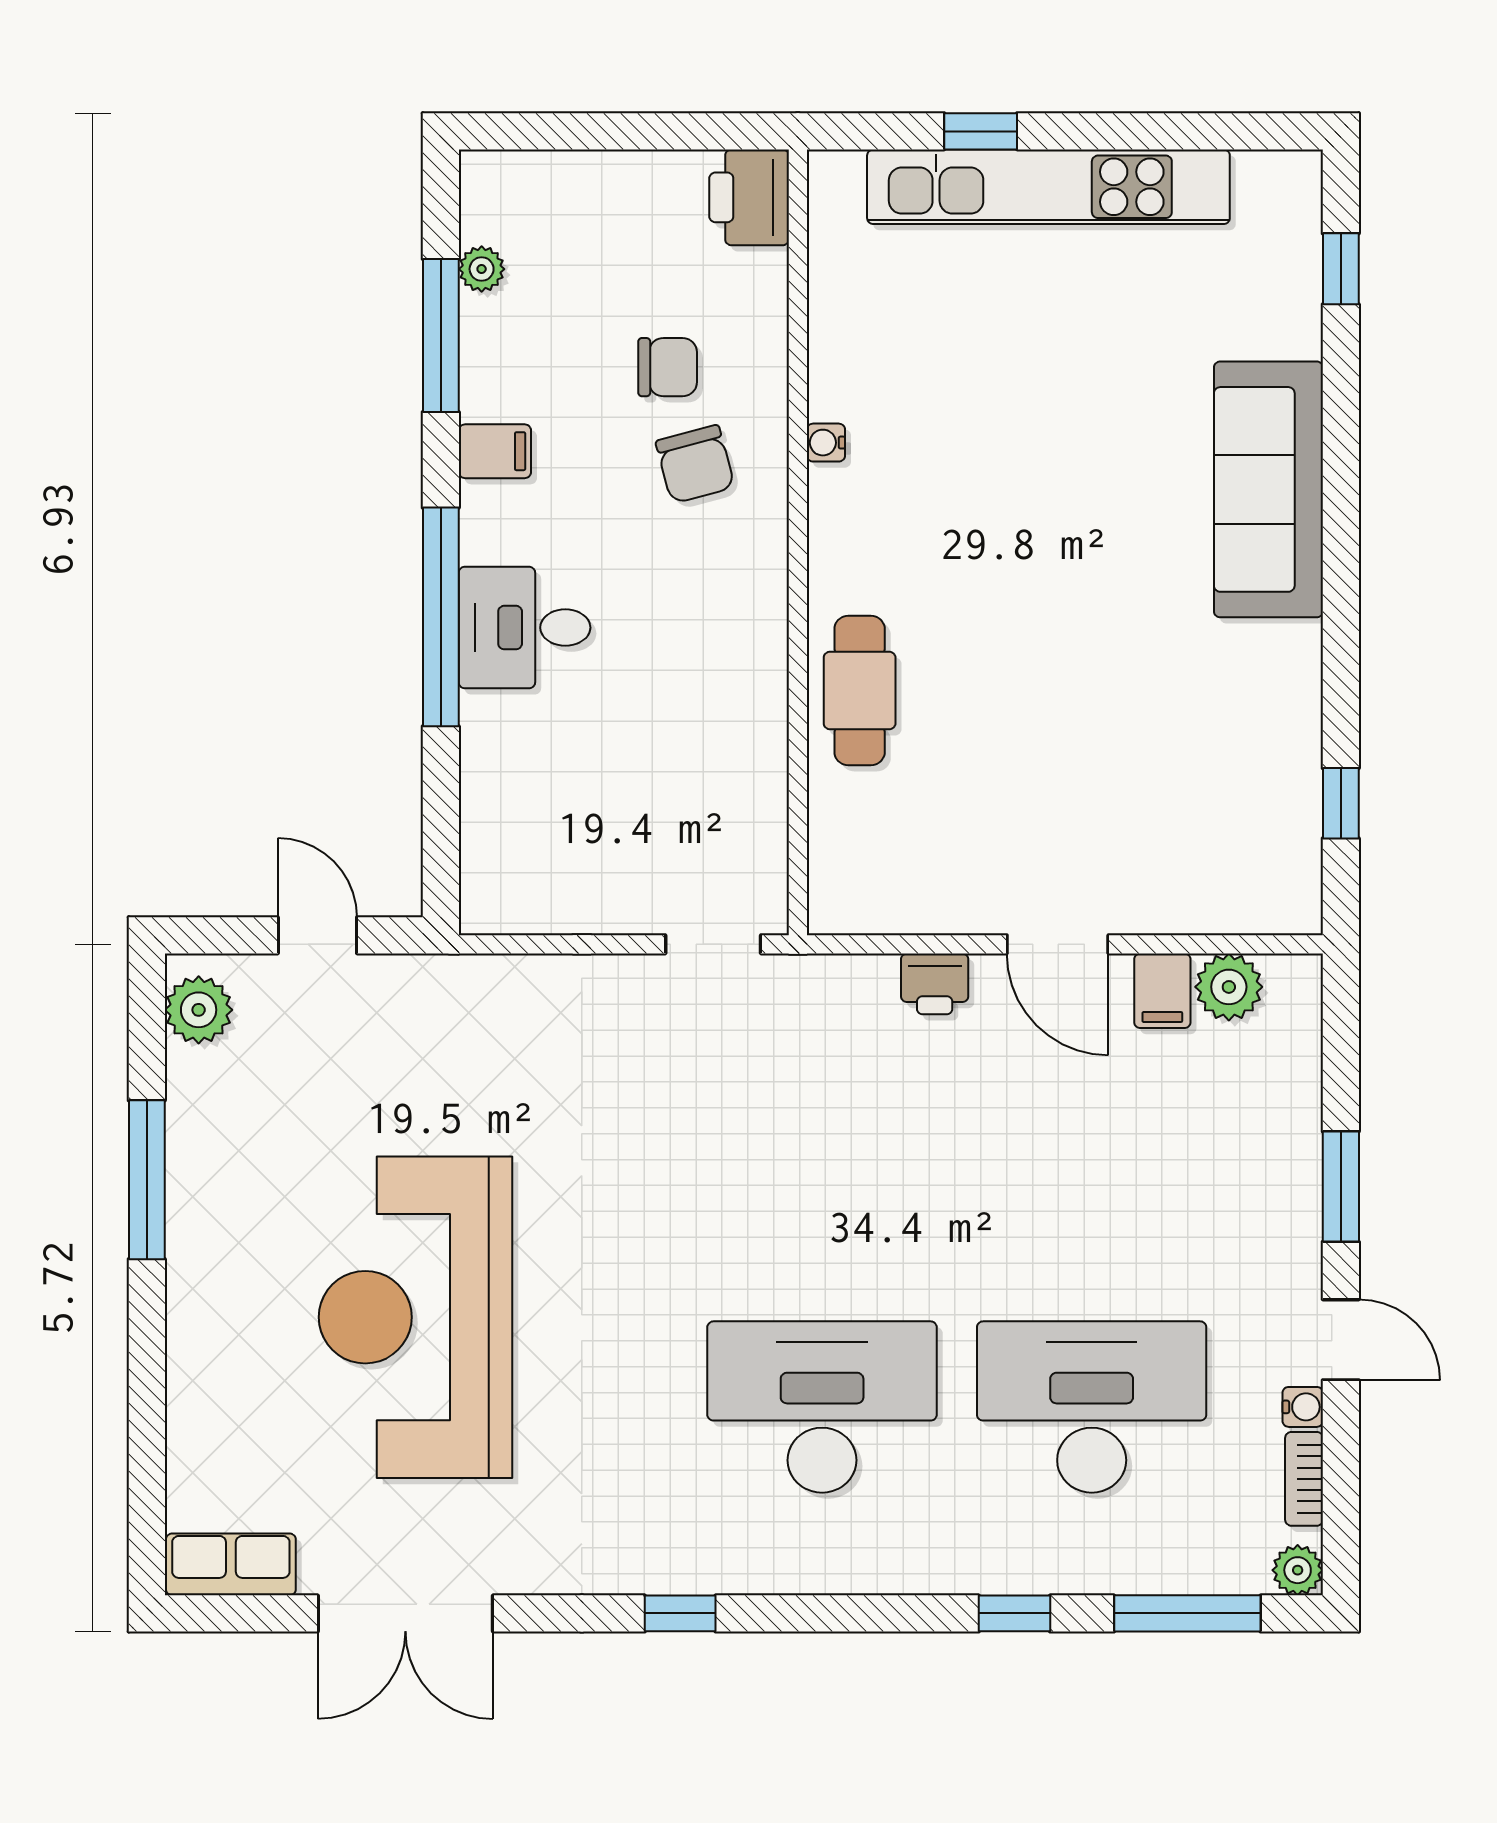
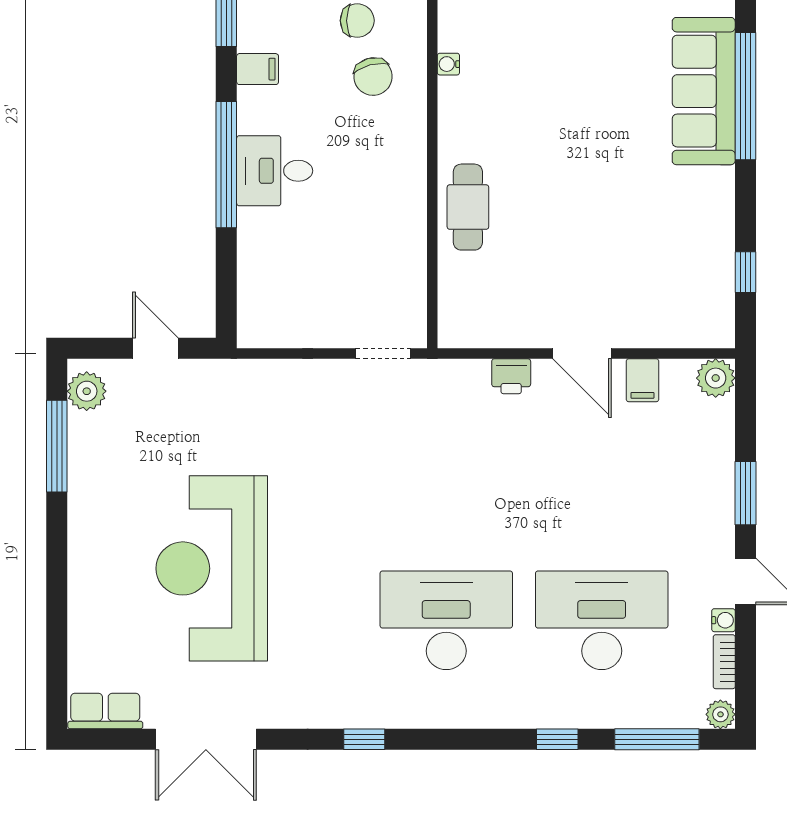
window: (1341, 498) -> (745, 96), added
plant: (1229, 987) -> (716, 378), moved
window: (147, 1180) -> (57, 446), moved

